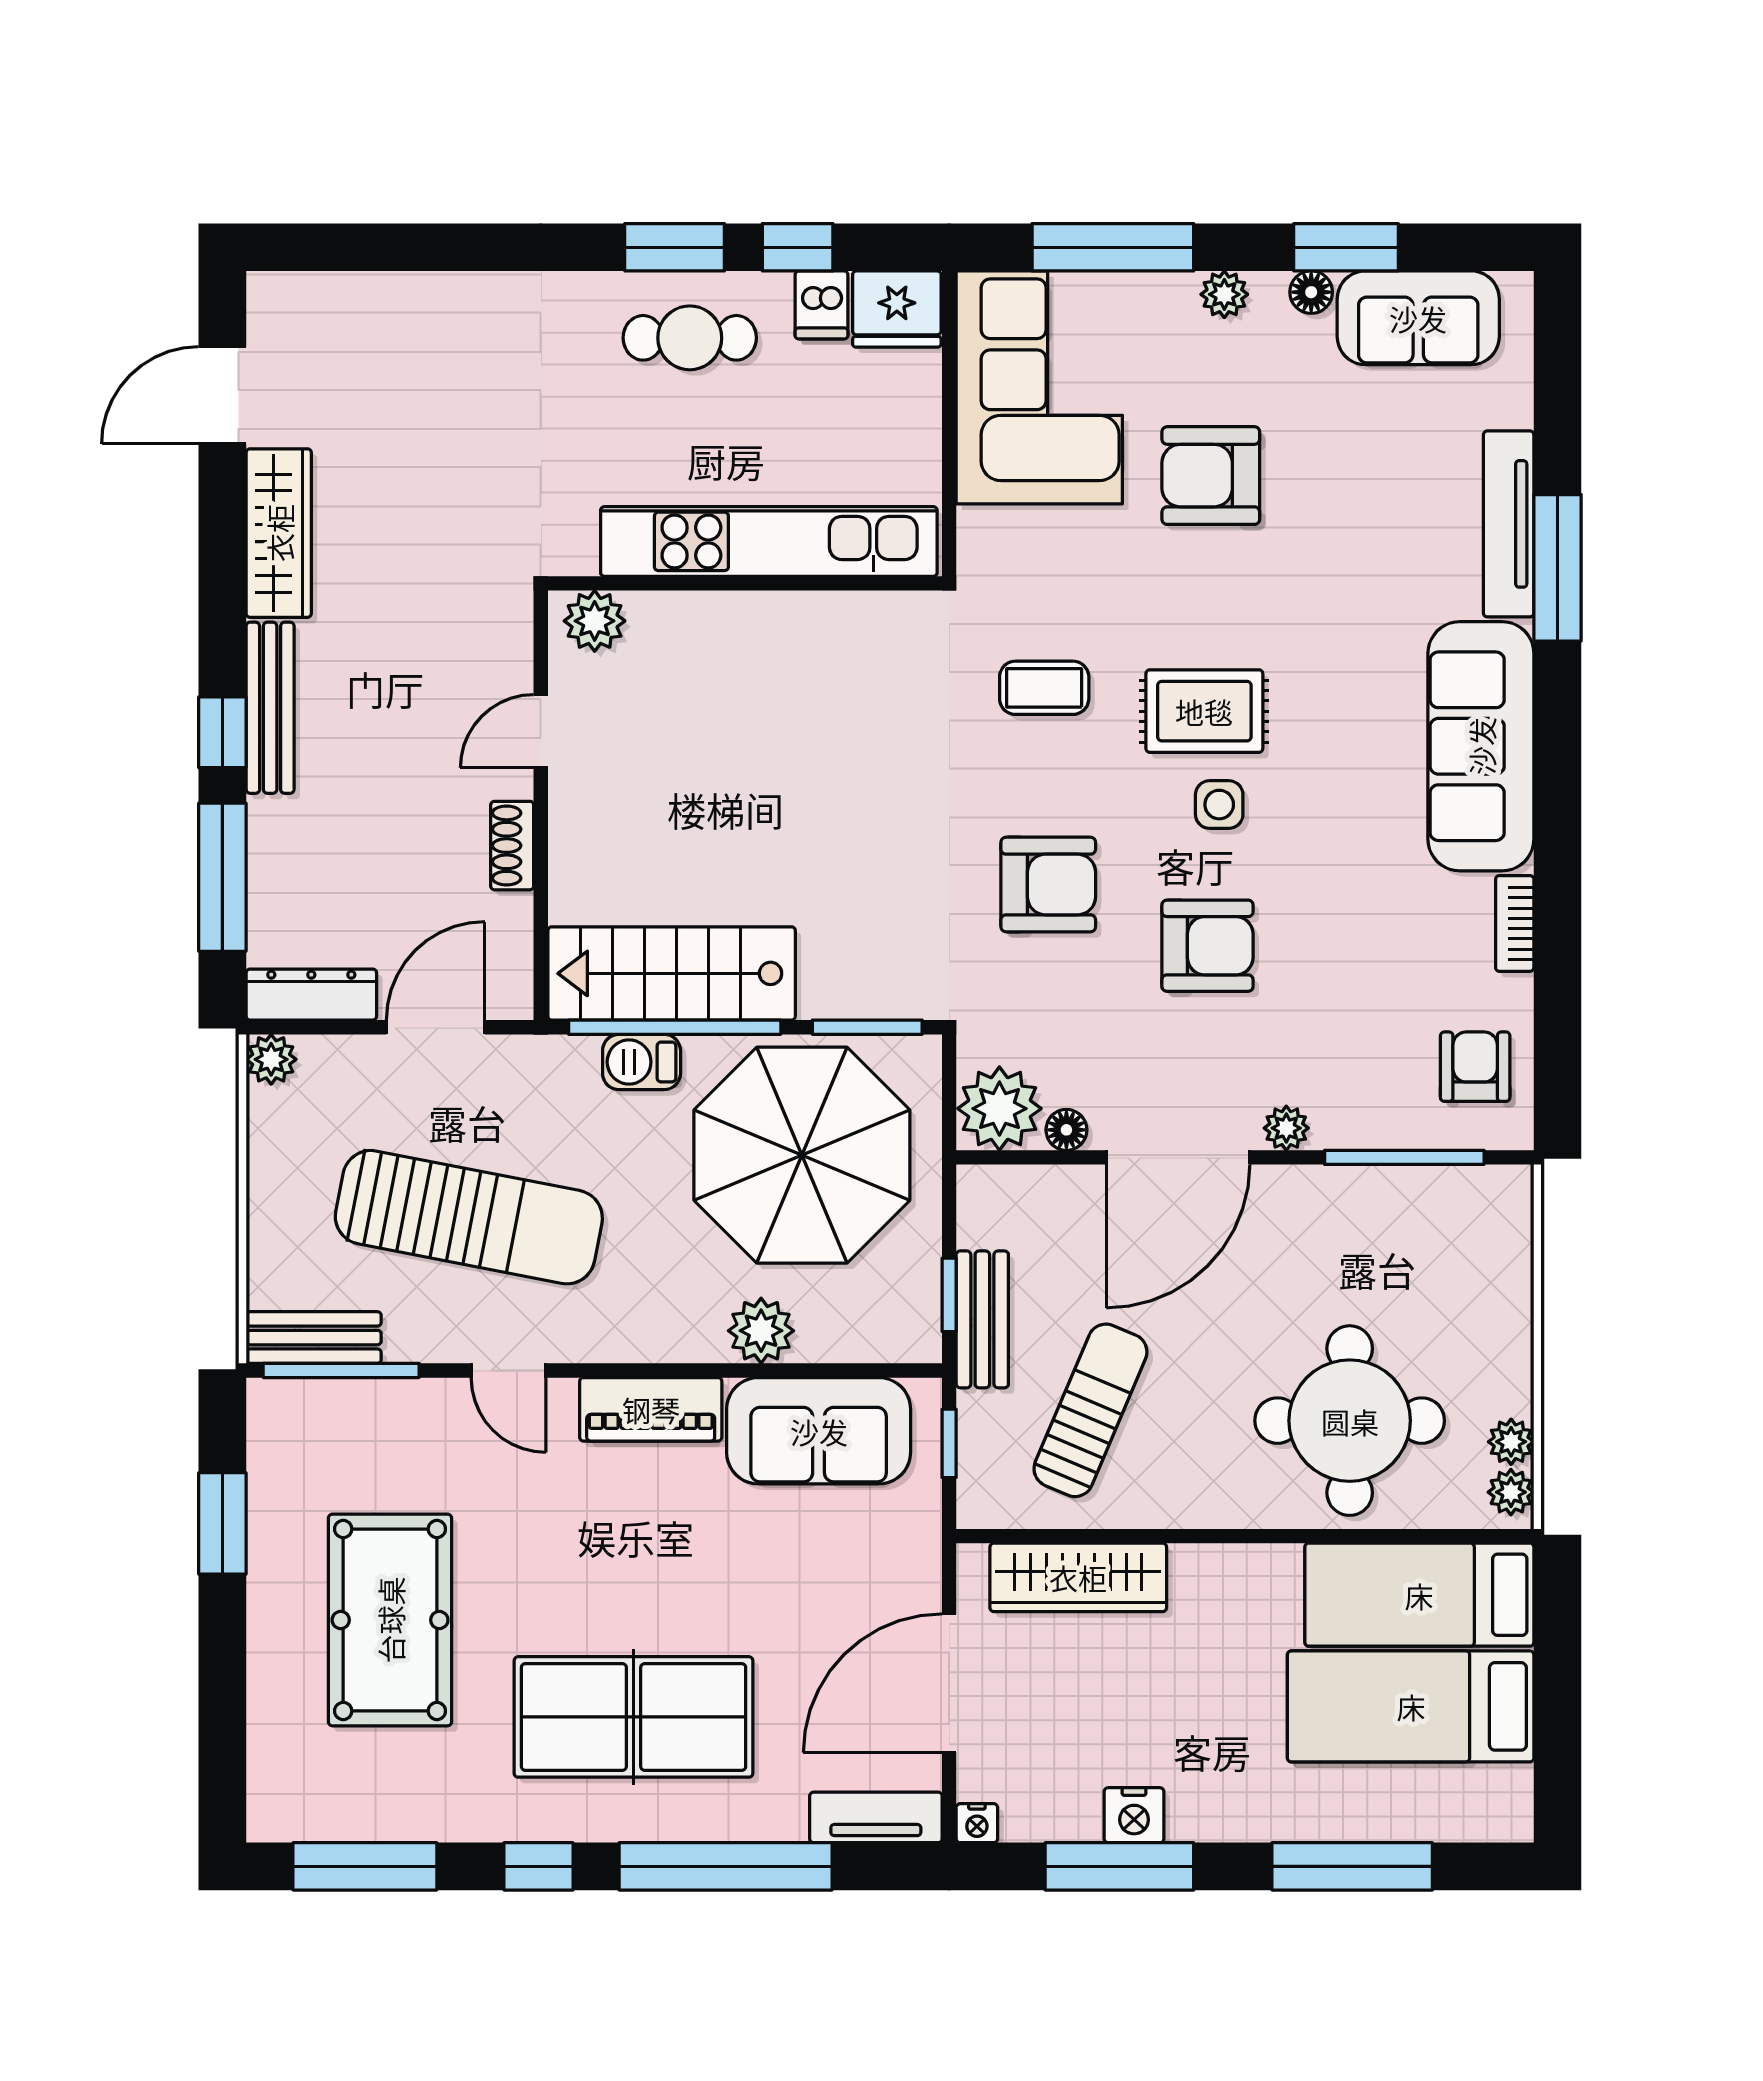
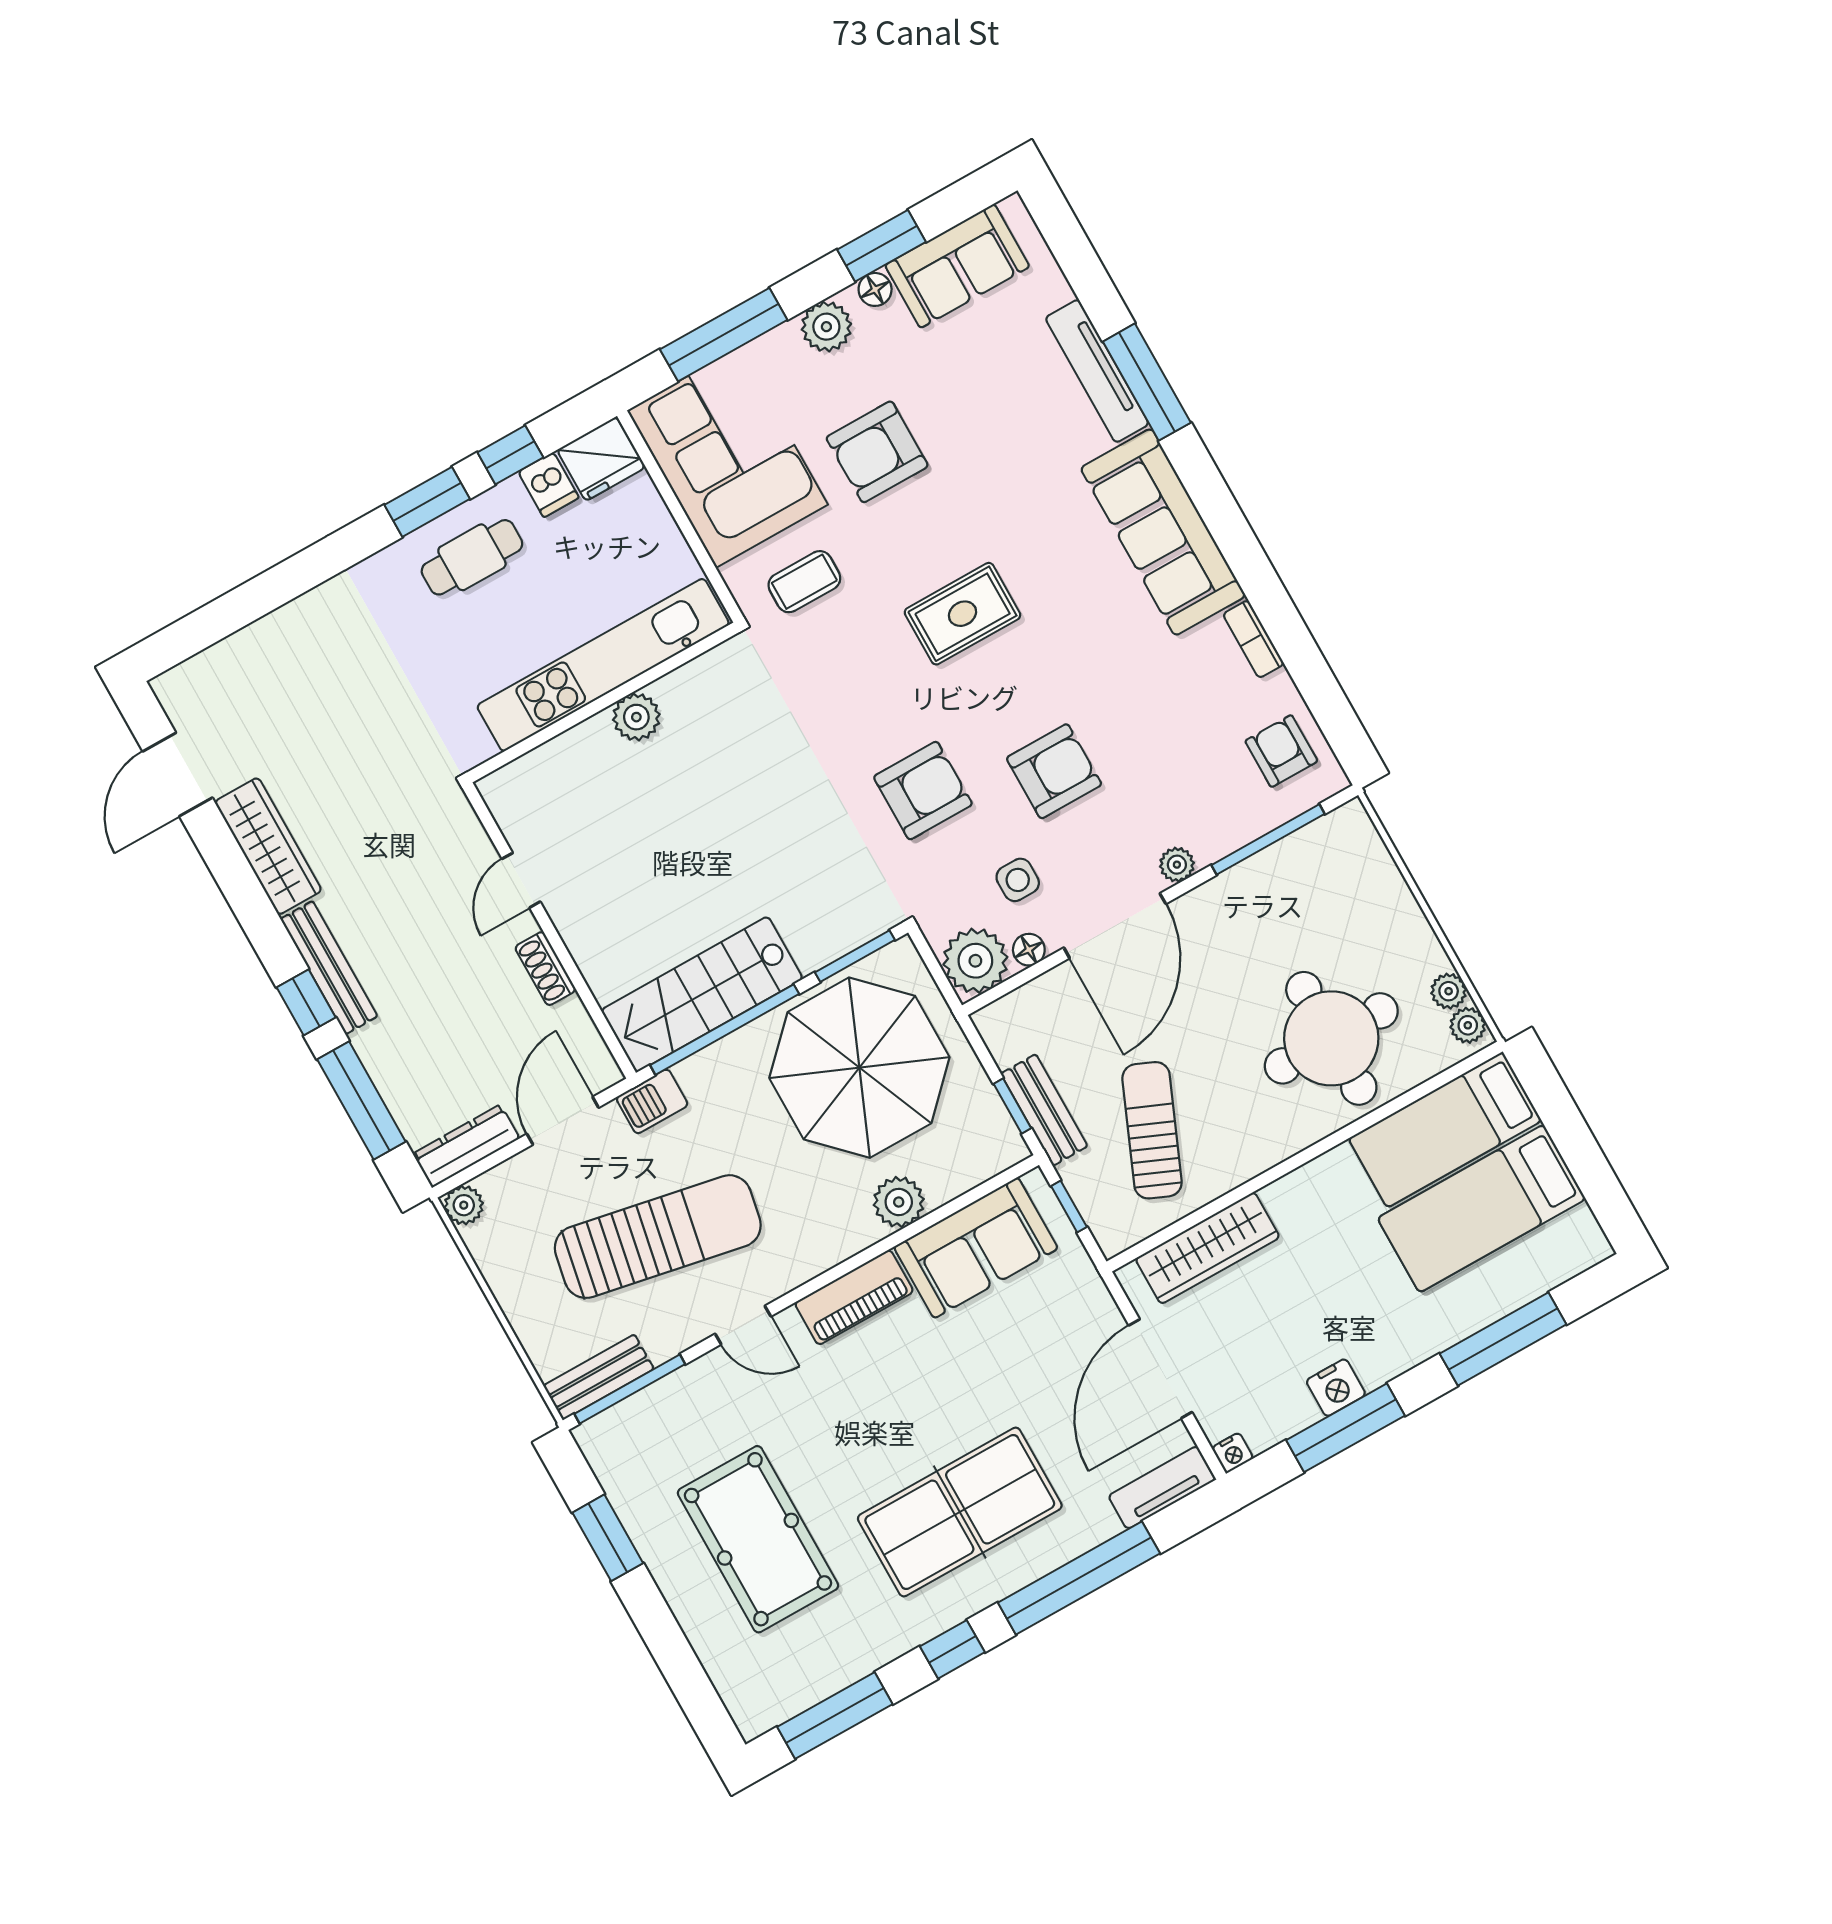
plant: (1224, 294) -> (826, 327), width x1.38, depth x1.38
plant: (595, 621) -> (636, 717), moved
coffee table: (1044, 688) -> (804, 582), moved
side table: (1219, 805) -> (1018, 880), moved
barbecue: (642, 1062) -> (652, 1101), moved

